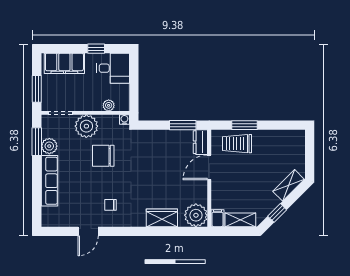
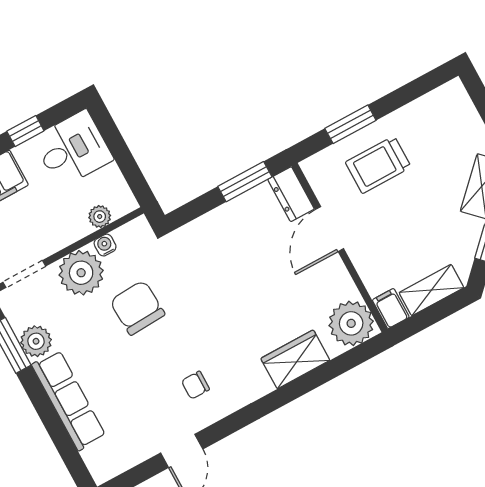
water cooler: (124, 120) -> (105, 245), moved
trolley: (237, 144) -> (378, 165), moved
chair: (103, 156) -> (137, 308), turned 87

